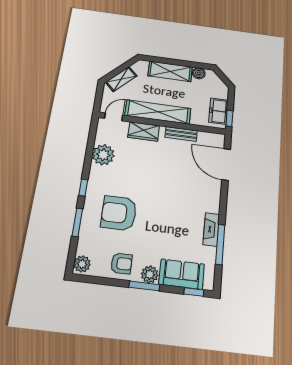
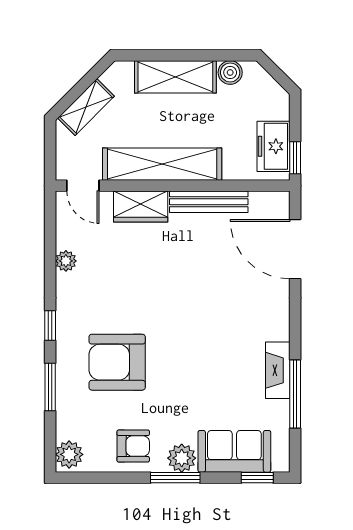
door: (114, 117) -> (83, 186), swing flipped
bench: (181, 134) -> (209, 202), width x1.36
plant: (103, 155) -> (66, 261), width x0.53, depth x0.53

